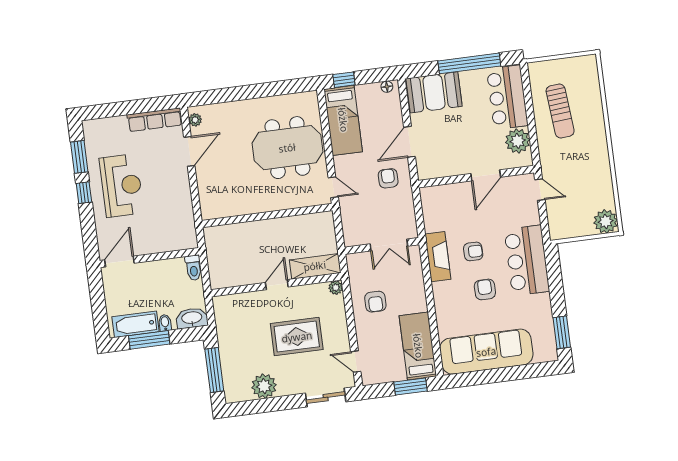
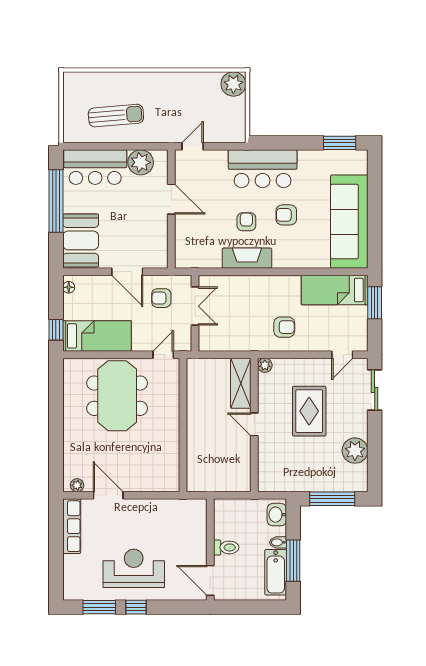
double door: (389, 245) -> (195, 306), moved
wall: (382, 246) -> (195, 313), moved
toilet: (193, 268) -> (226, 547), moved
washbasin: (192, 318) -> (277, 515), width x0.72

